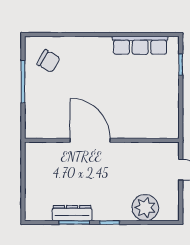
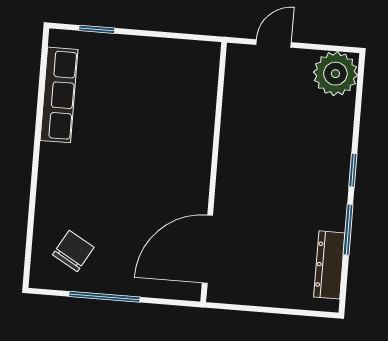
door: (90, 140) -> (207, 249), moved
plant: (145, 208) -> (335, 74), moved
dresser: (72, 213) -> (329, 265), moved

